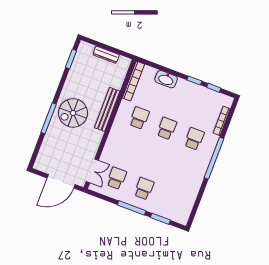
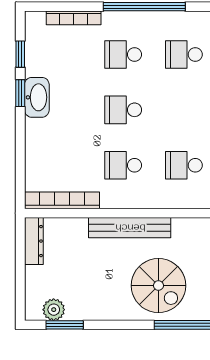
dresser: (106, 55) -> (34, 241), moved
plant: (81, 56) -> (54, 310), added
washbasin: (166, 79) -> (37, 97), moved
school desk: (128, 148) -> (184, 165), added
school desk: (183, 169) -> (184, 54), added

